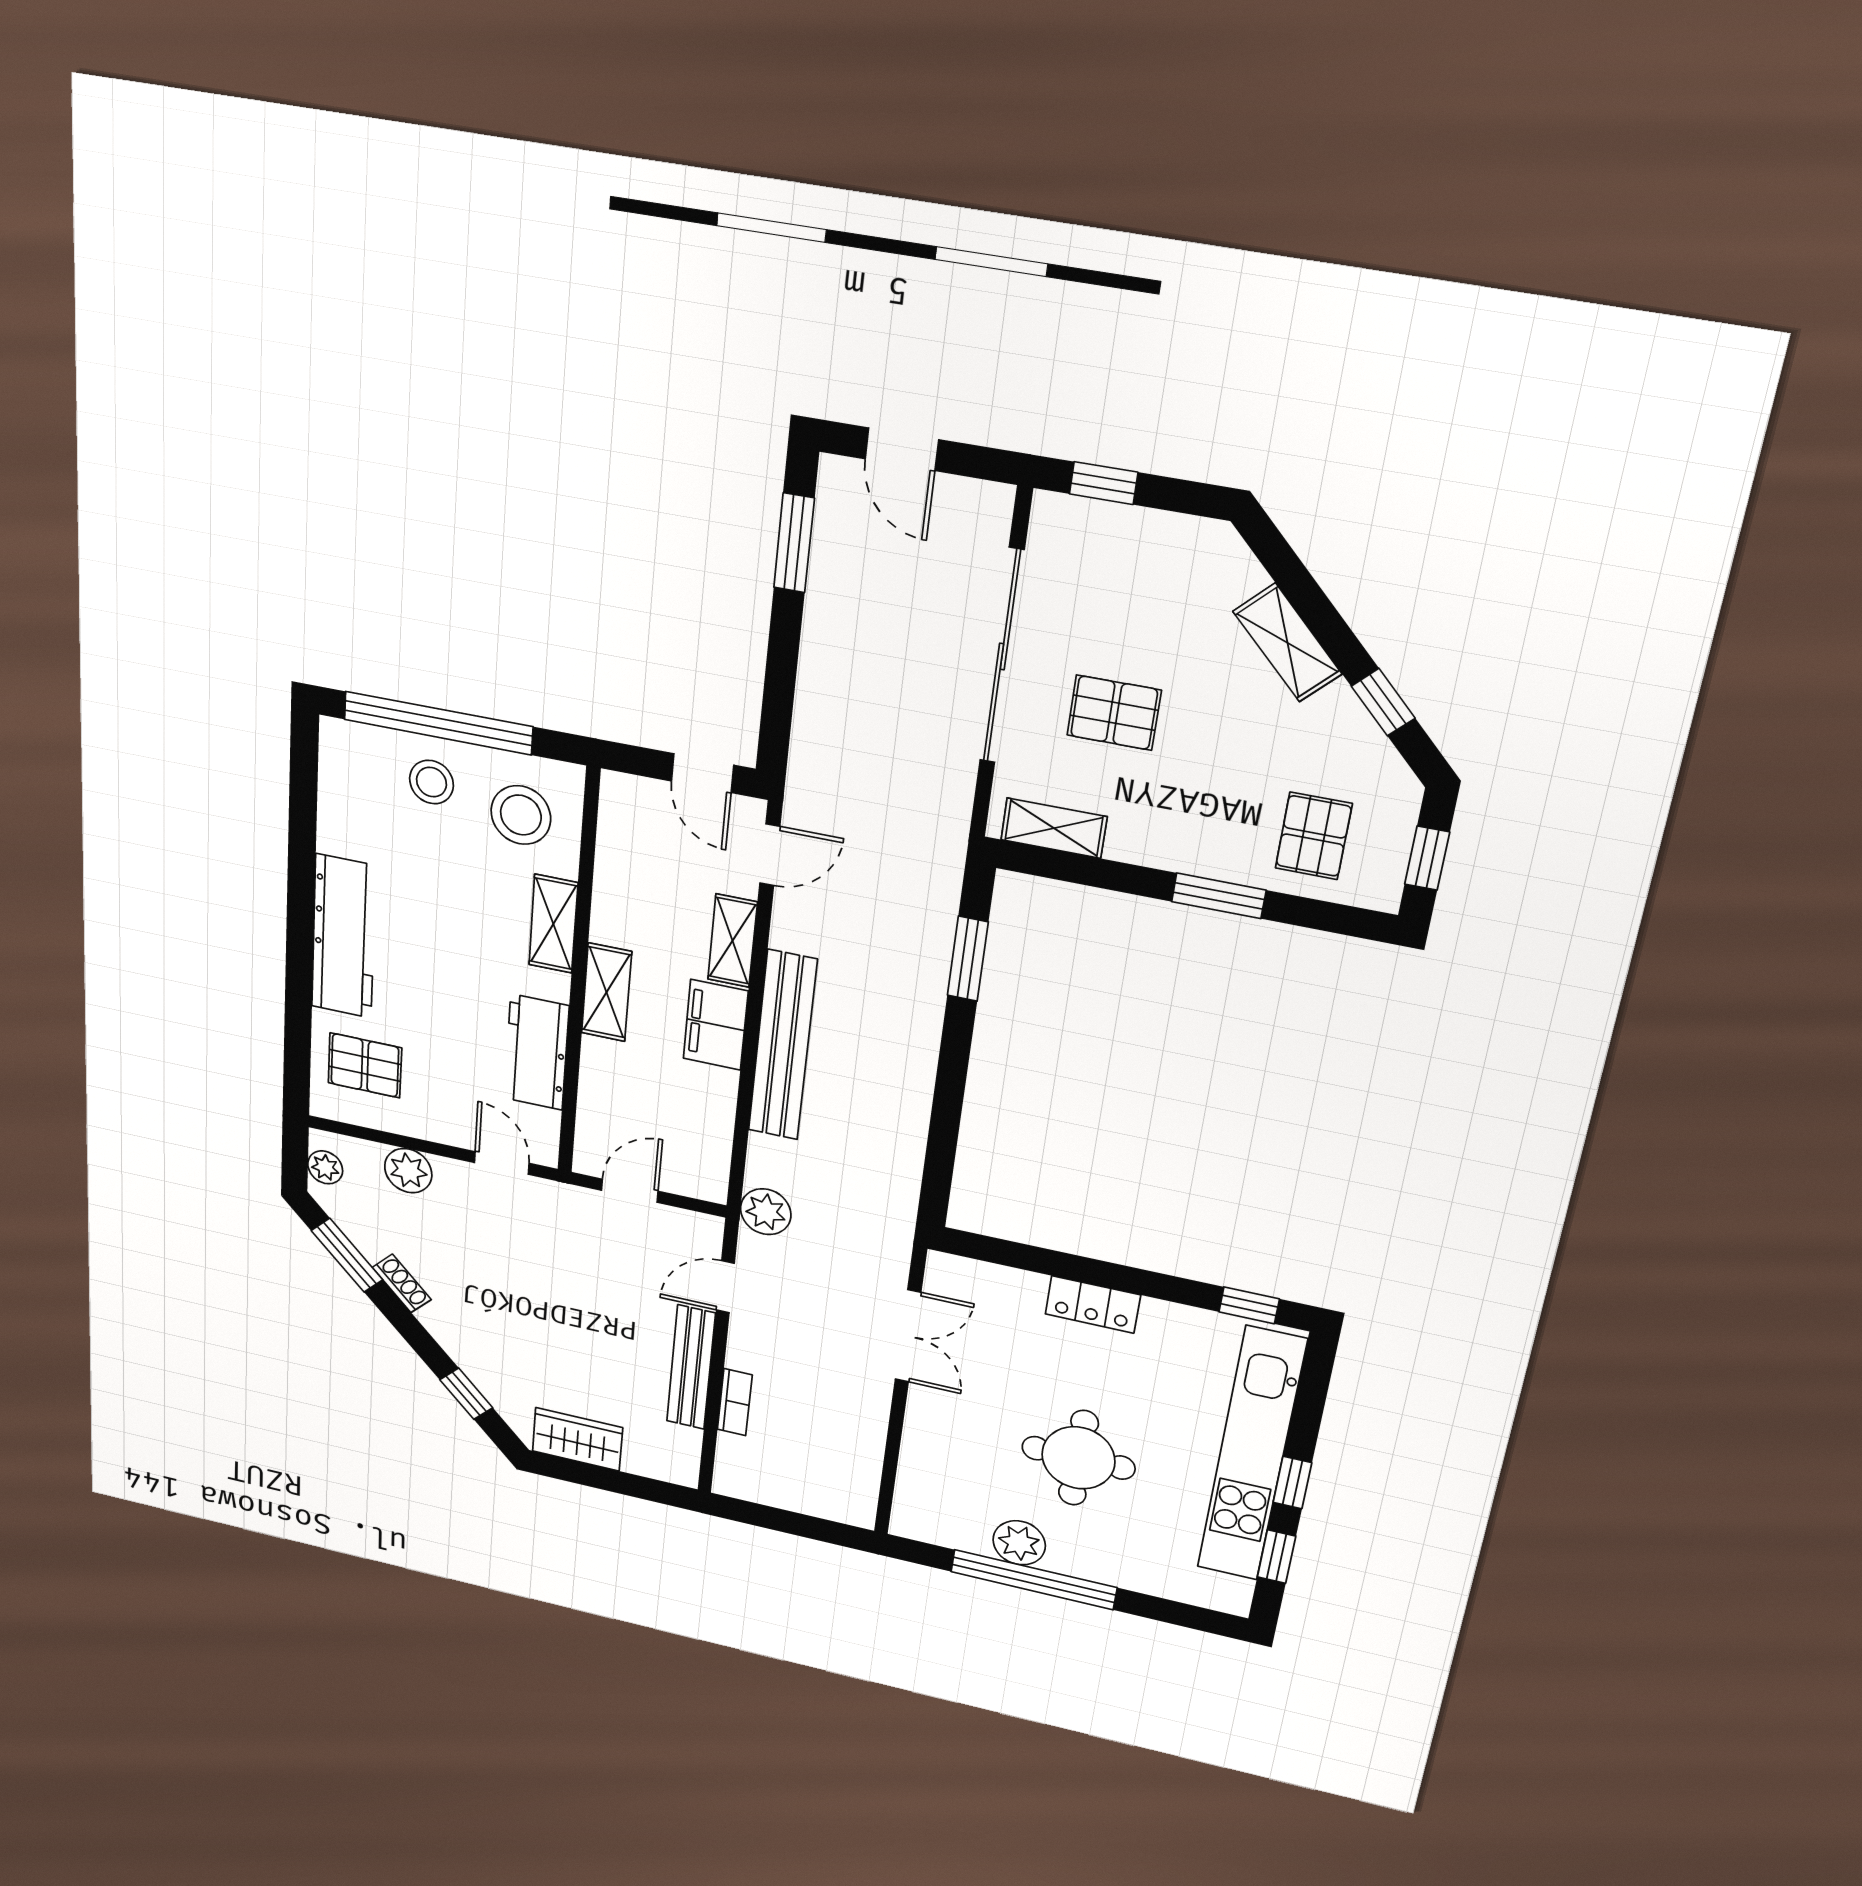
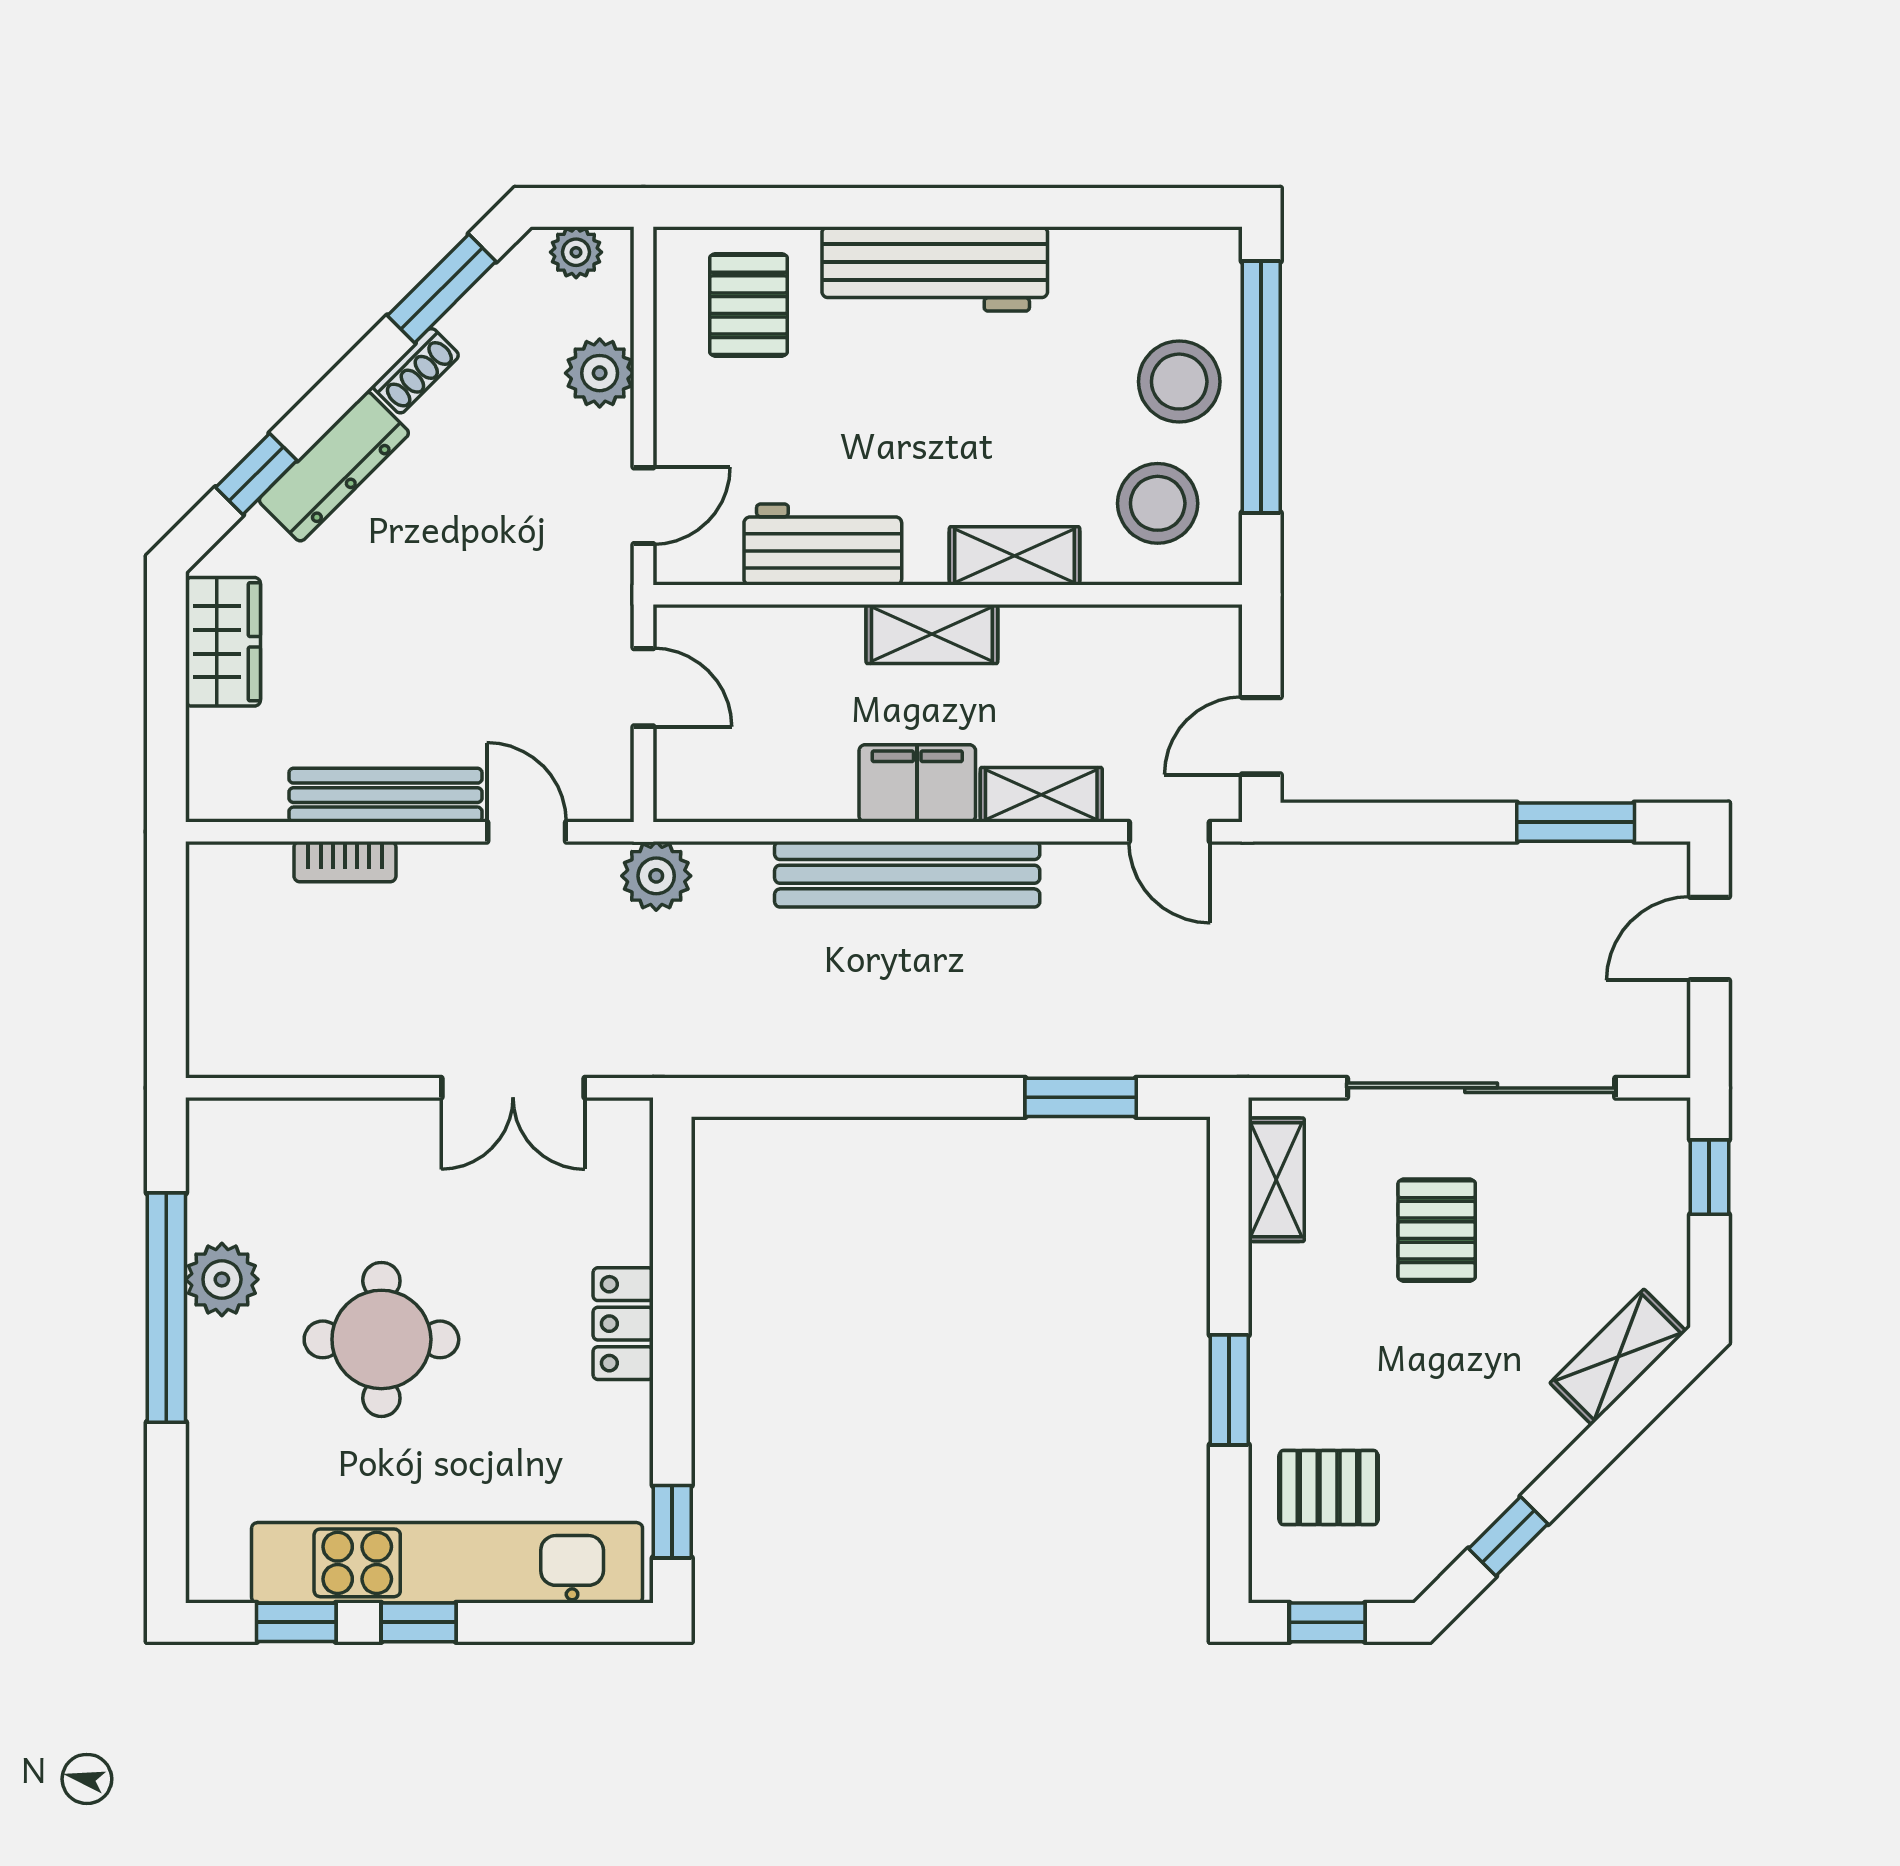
shelving: (1287, 643) -> (1618, 1357), moved
stool: (431, 782) -> (1179, 382), width x1.38, depth x1.38
dresser: (464, 1347) -> (334, 467), added

